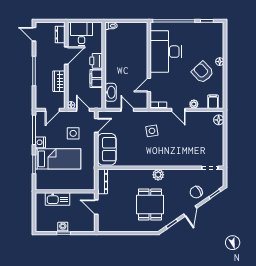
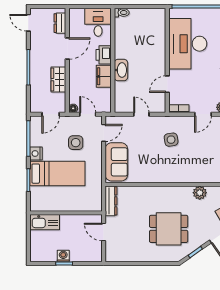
desk: (82, 34) -> (98, 22), moved
washbasin: (111, 92) -> (121, 70), moved
door: (178, 110) -> (203, 114), hinge flipped
plant: (158, 175) -> (200, 193), moved
kitchen sink: (58, 199) -> (45, 222), moved
dining table: (150, 205) -> (169, 229), turned 90

